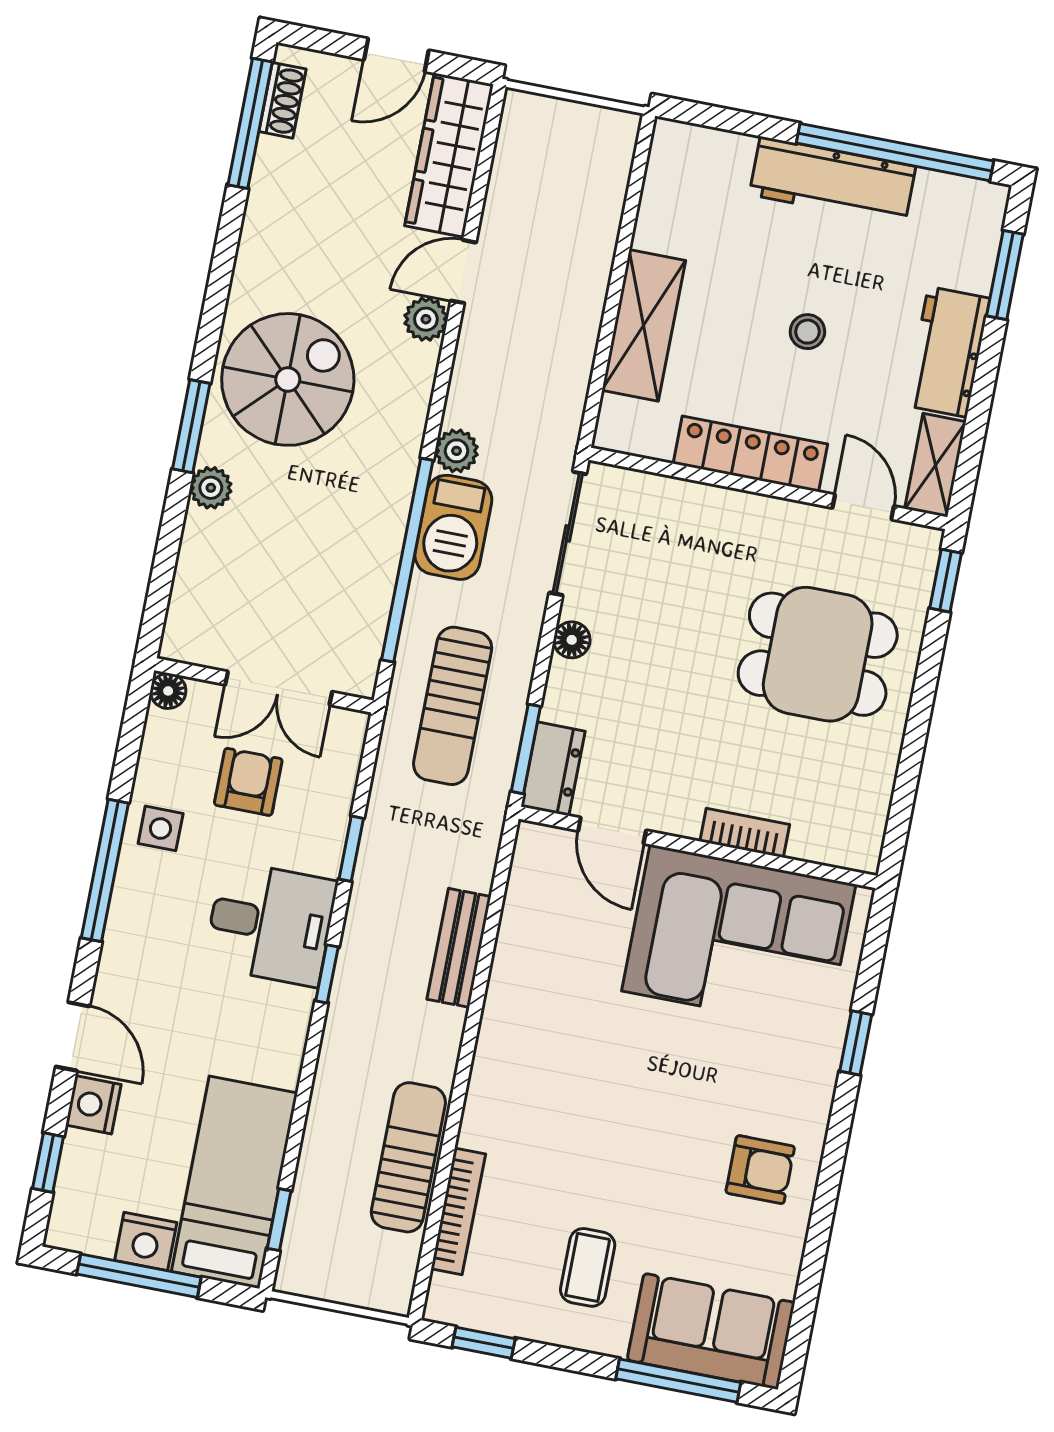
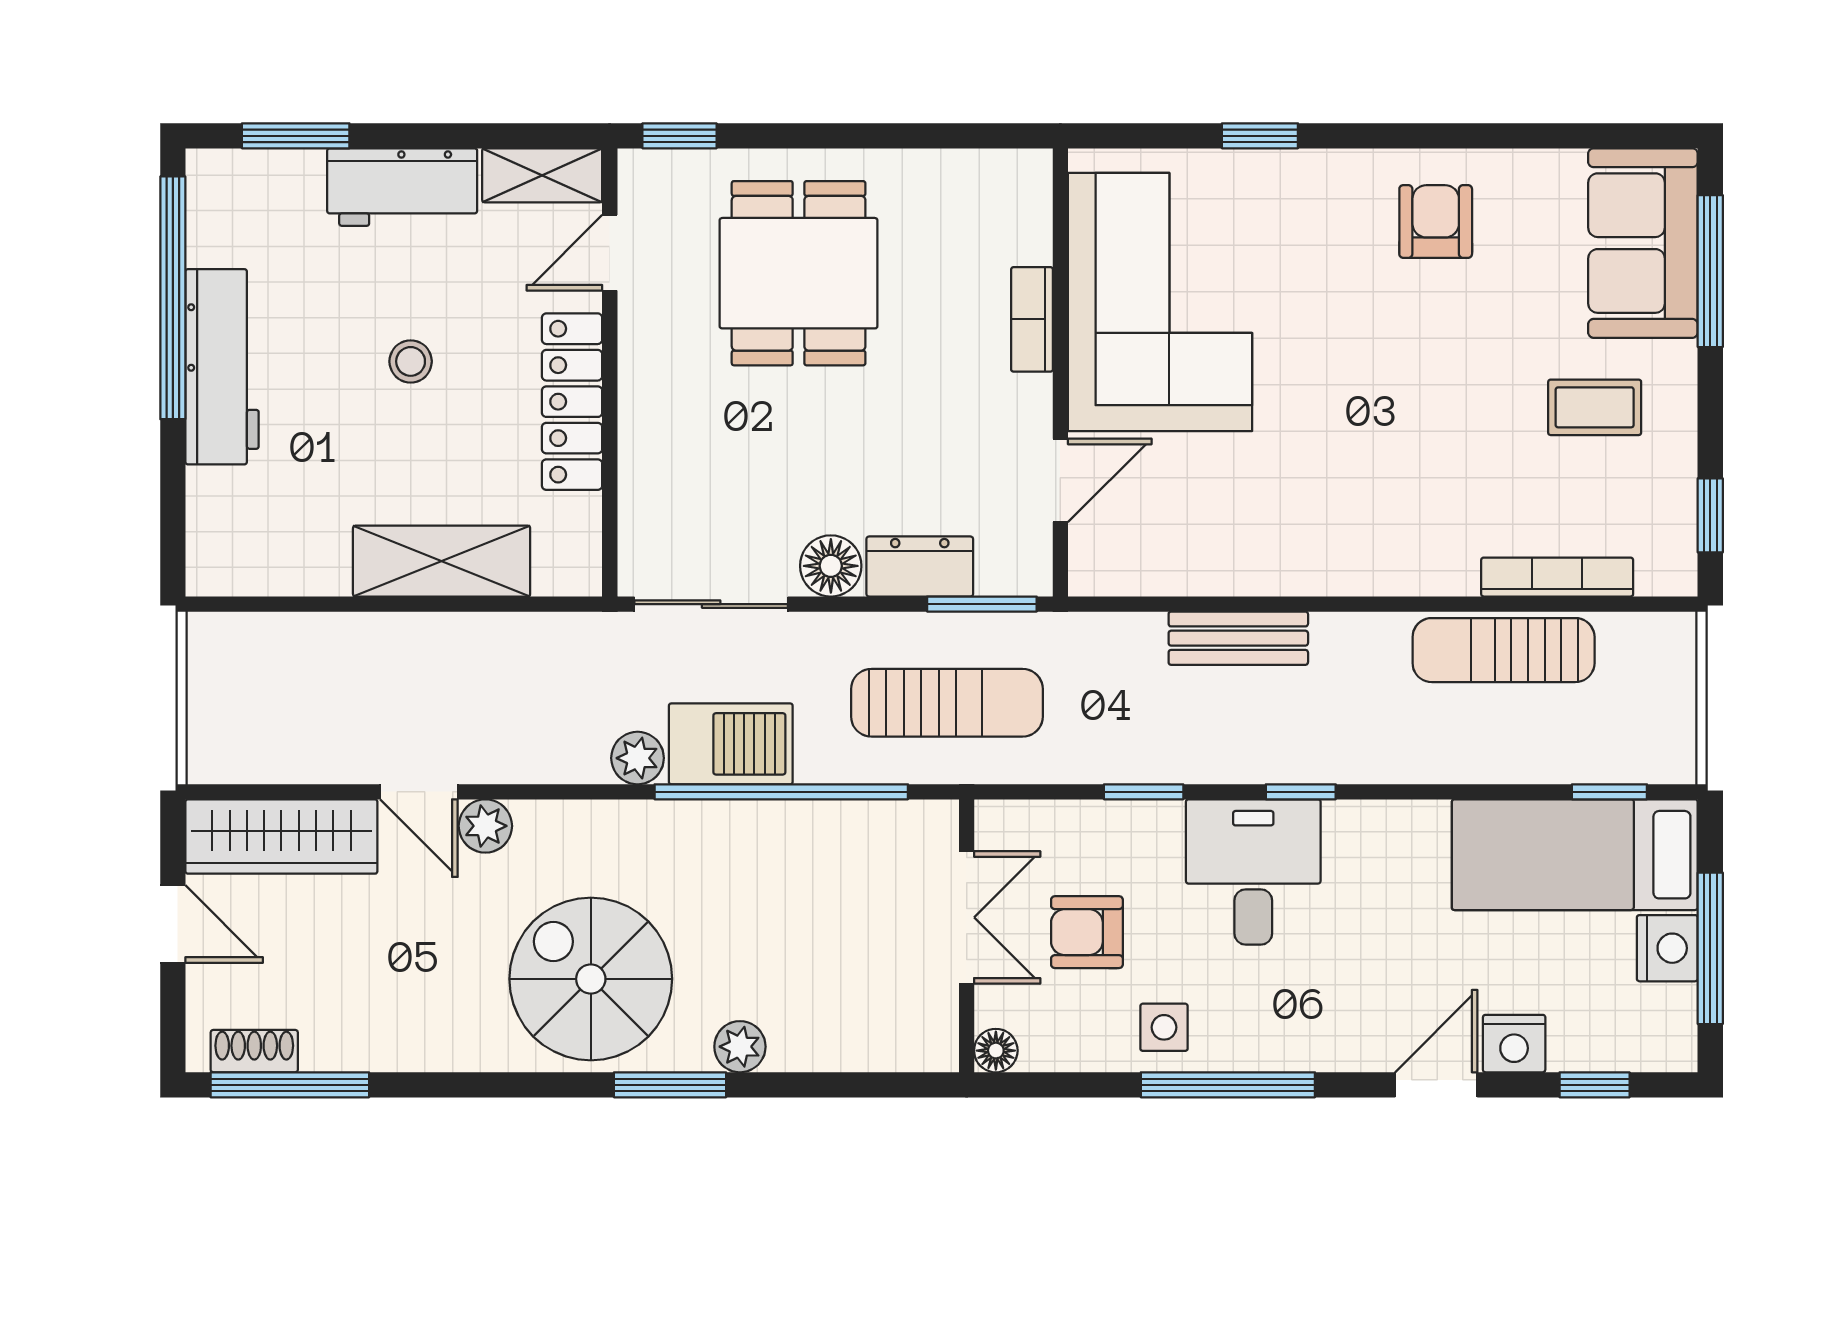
floor lamp: (572, 640) -> (831, 566), width x1.37, depth x1.37
dresser: (553, 769) -> (920, 567), moved

